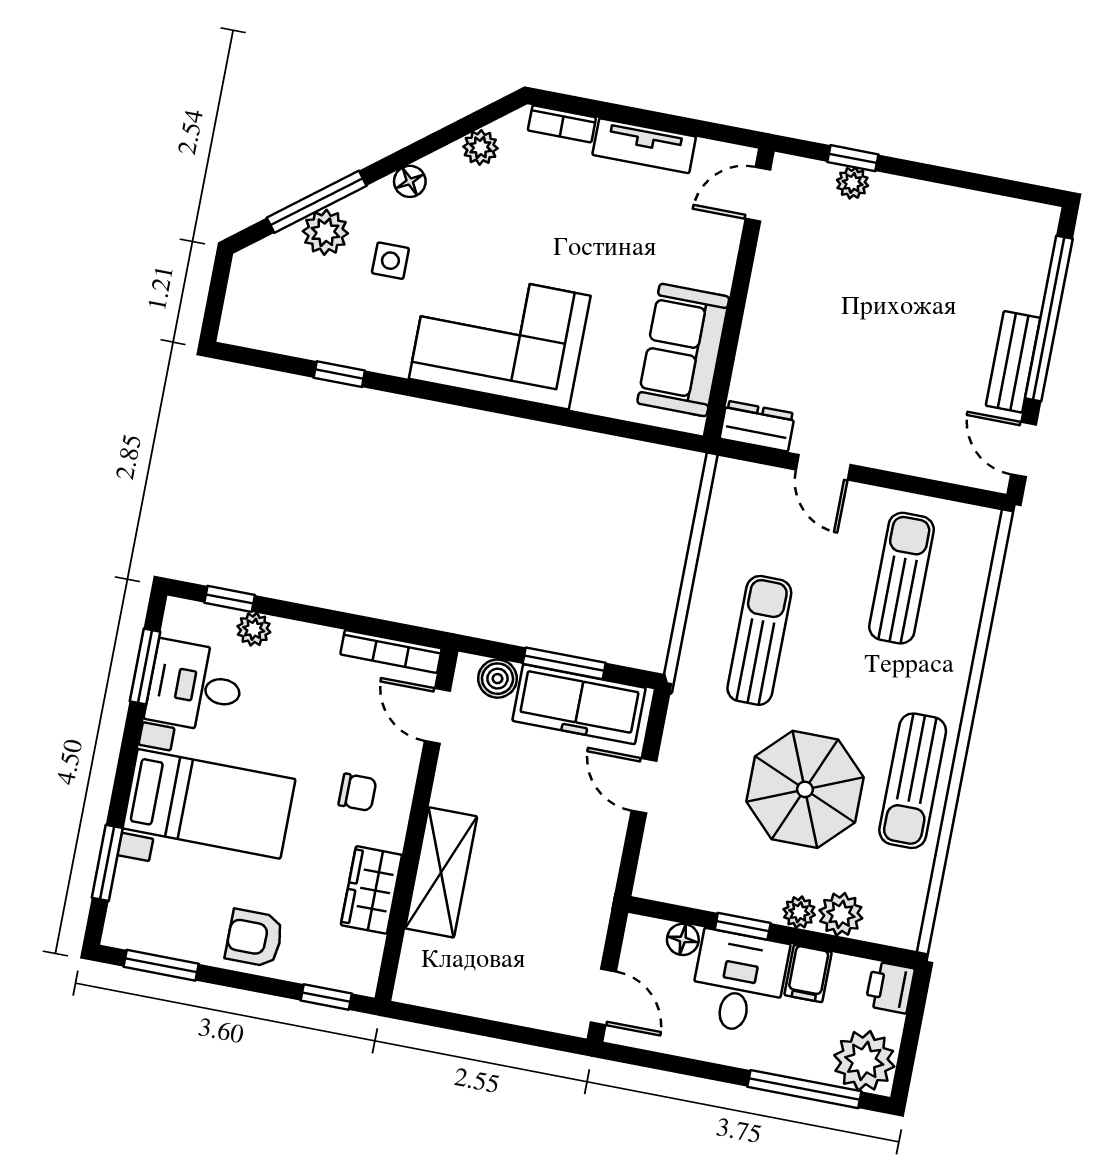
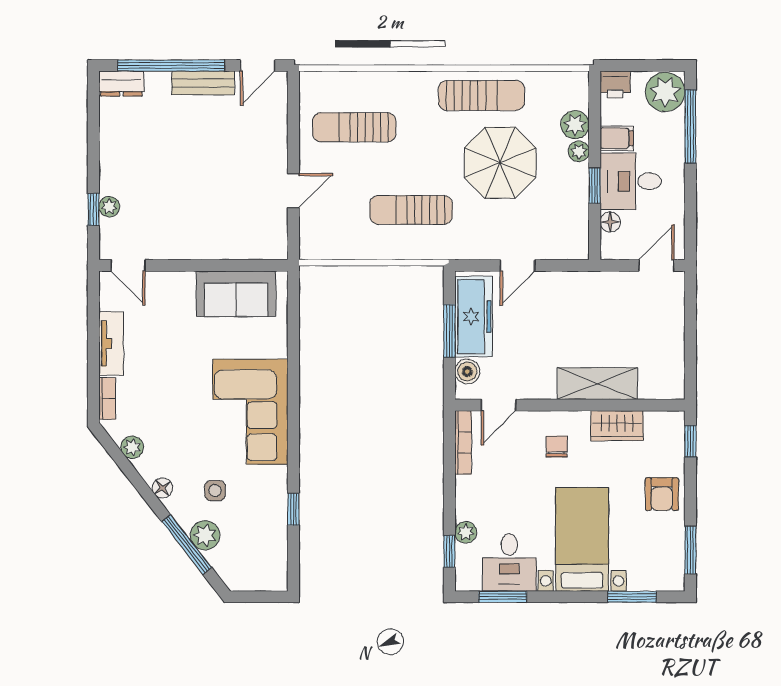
dresser: (757, 426) -> (121, 84), moved, turned -90

